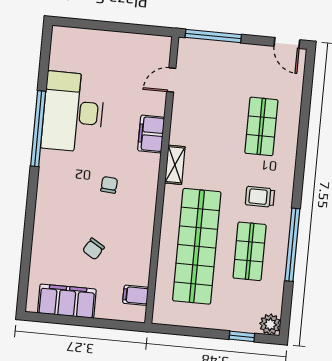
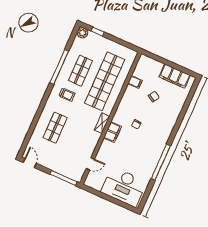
desk: (73, 112) -> (124, 187), moved, turned 90
filing cabinet: (151, 134) -> (113, 132), moved
filing cabinet: (136, 295) -> (135, 82), moved

